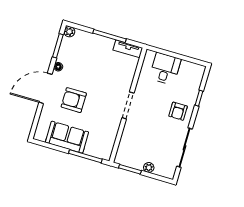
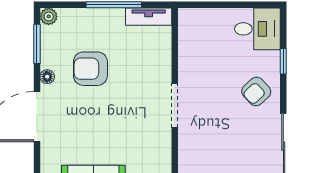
desk: (165, 69) -> (257, 29), moved, turned 90
armchair: (74, 100) -> (90, 69), moved
armchair: (178, 111) -> (256, 92), turned 47

